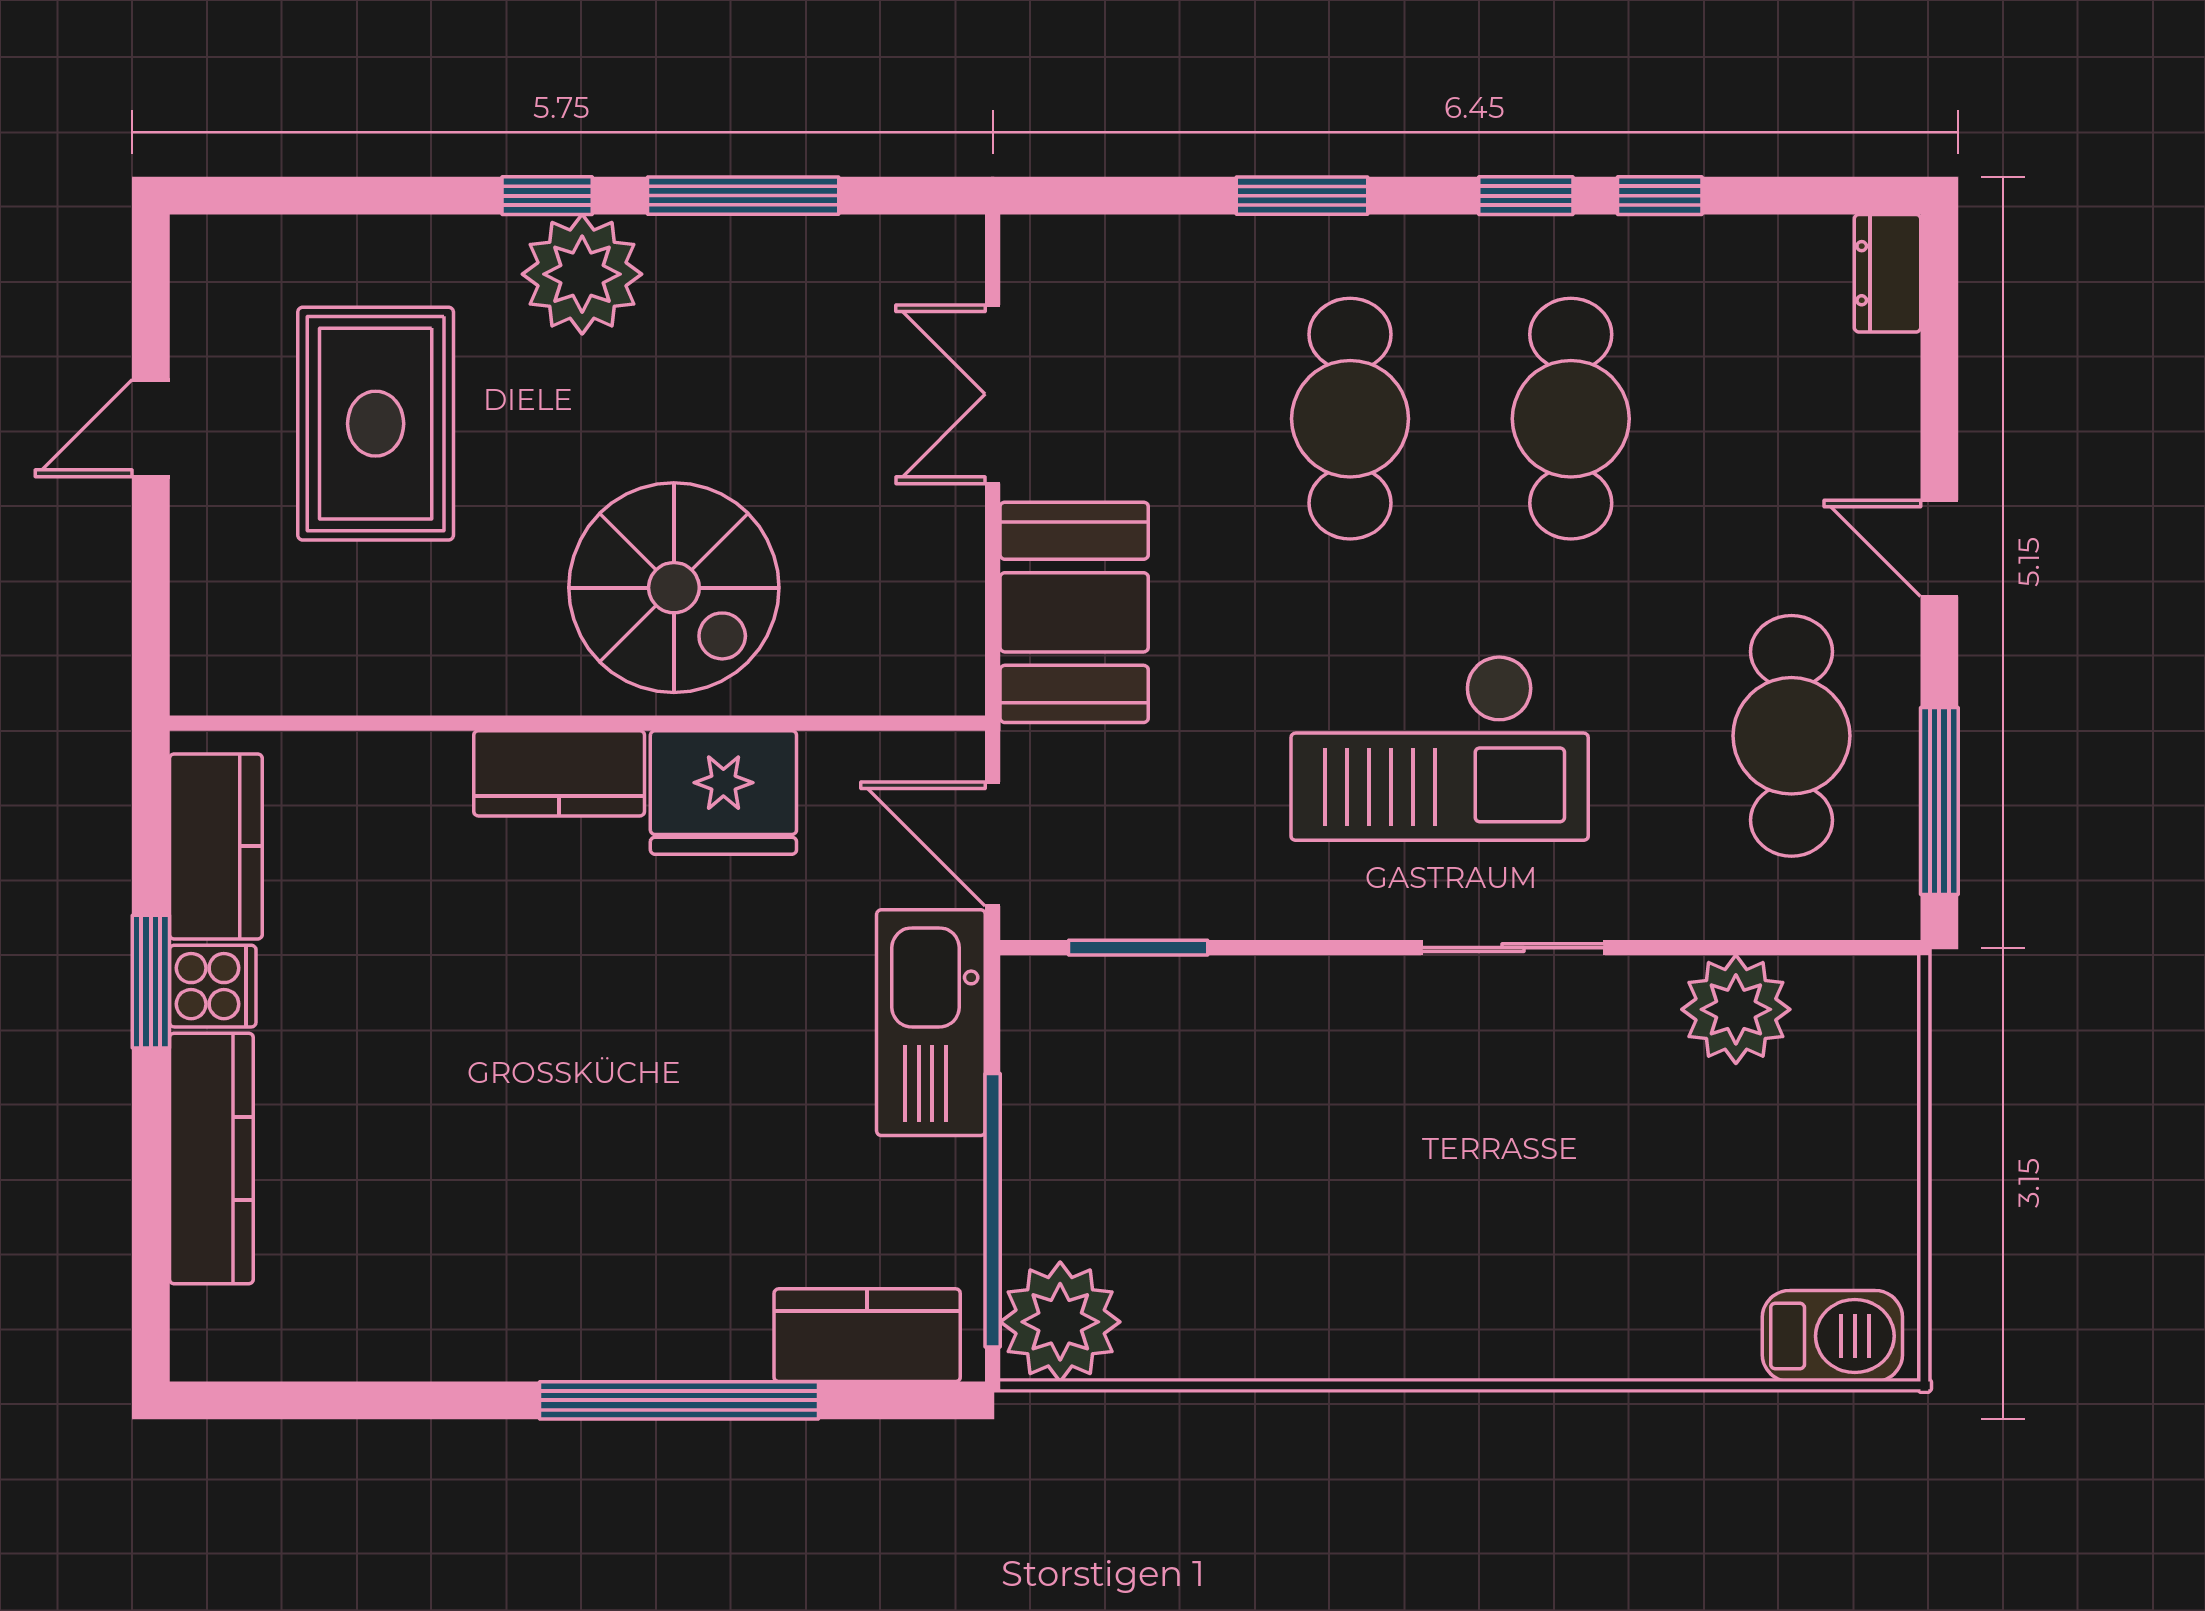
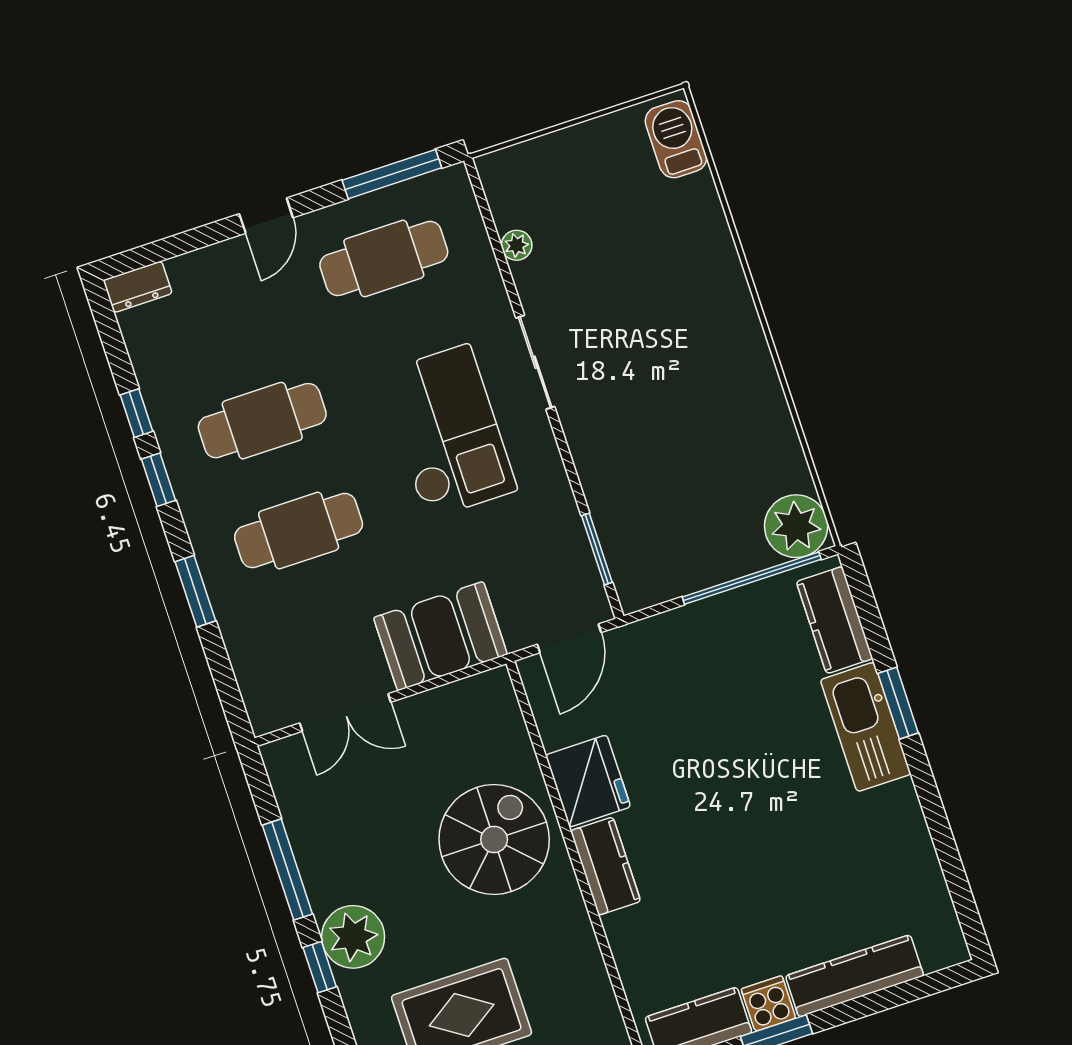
plant: (1736, 1009) -> (517, 245), width x0.53, depth x0.53
kitchen sink: (931, 1023) -> (866, 727), moved, turned 90
window: (679, 1400) -> (898, 703), width x0.47

